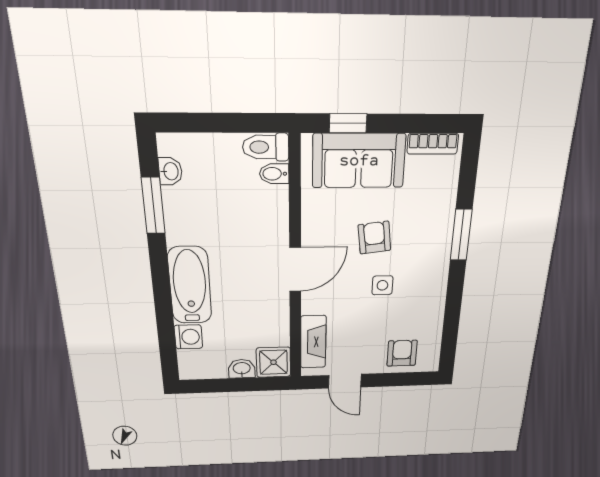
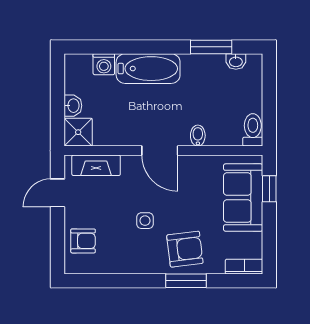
bookcase: (433, 144) -> (244, 267), moved, turned 90
bidet: (274, 174) -> (198, 136), moved
armchair: (374, 238) -> (185, 249), moved, width x1.38, depth x1.38

